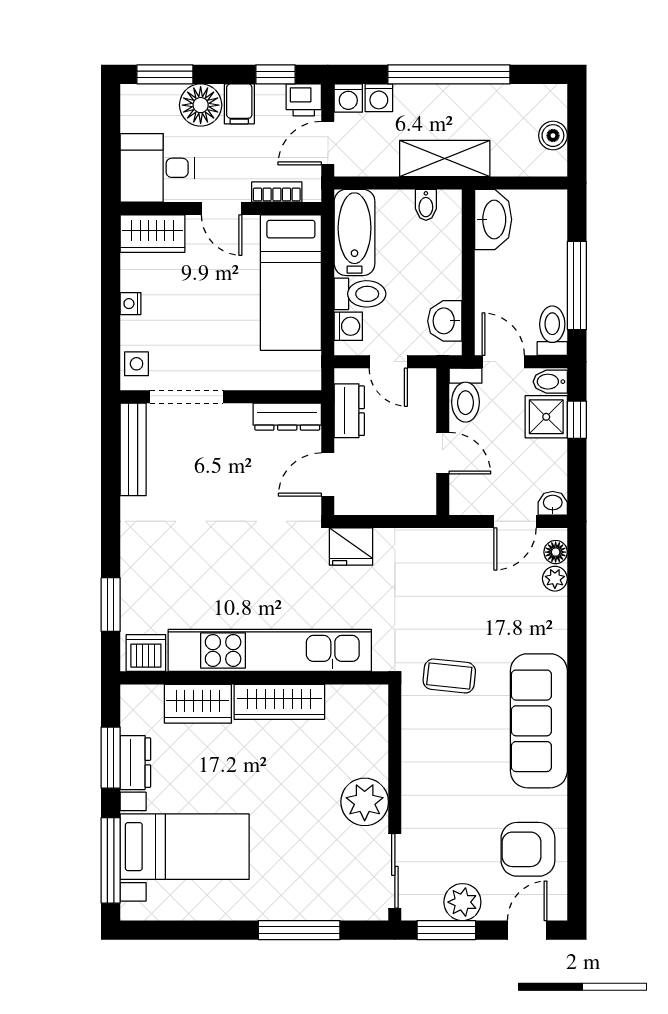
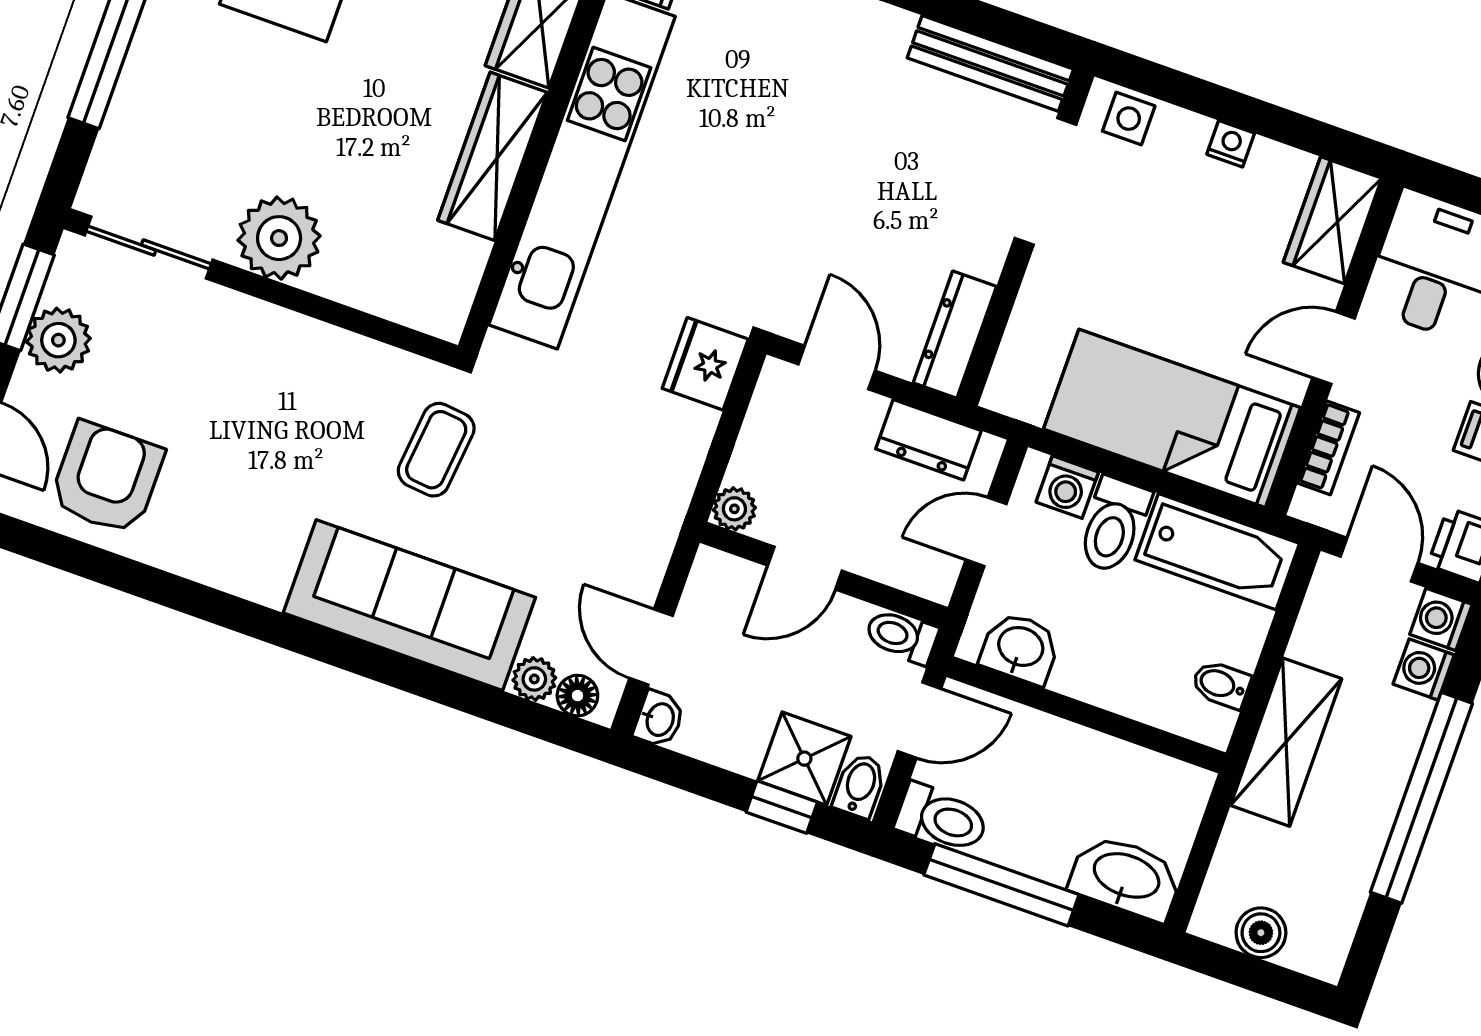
washbasin: (493, 219) -> (1126, 877), moved, turned 180
toilet: (466, 395) -> (902, 636), width x0.73, depth x0.72
plant: (424, 503) -> (734, 509), added
sofa: (539, 721) -> (409, 605), moved

